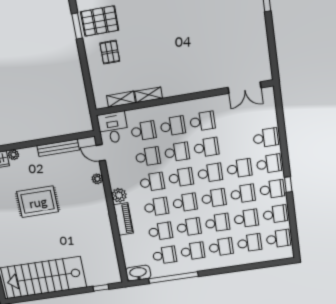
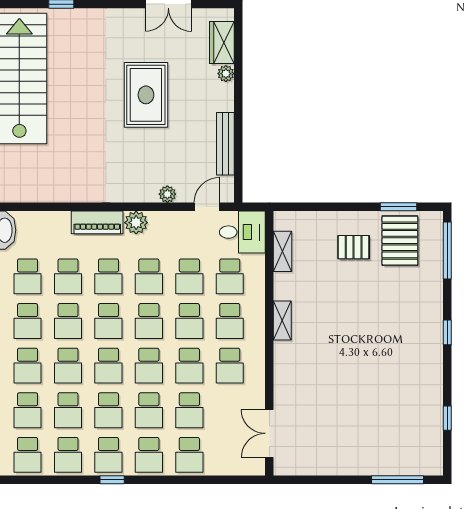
shelving: (148, 95) -> (282, 320), moved
school desk: (236, 143) -> (189, 410), added

